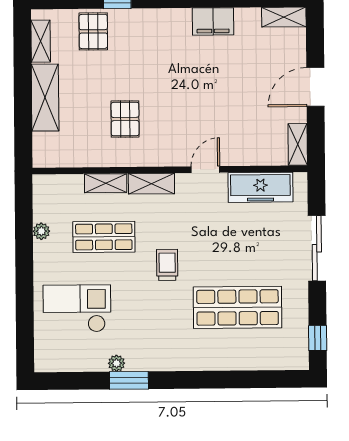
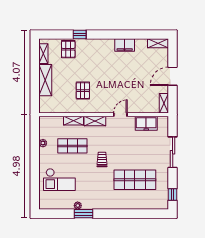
freezer: (260, 187) -> (146, 123), width x0.71
checkout: (77, 309) -> (59, 180), turned 180

